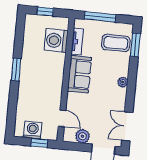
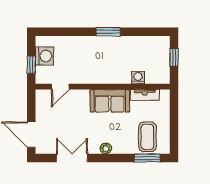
window: (100, 17) -> (174, 117), removed
washing machine: (56, 40) -> (138, 78), width x0.53, depth x0.53
double door: (127, 126) -> (72, 158), moved
plant: (82, 136) -> (43, 111), removed

